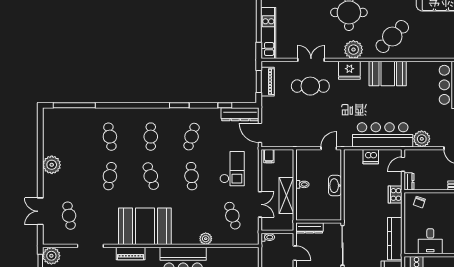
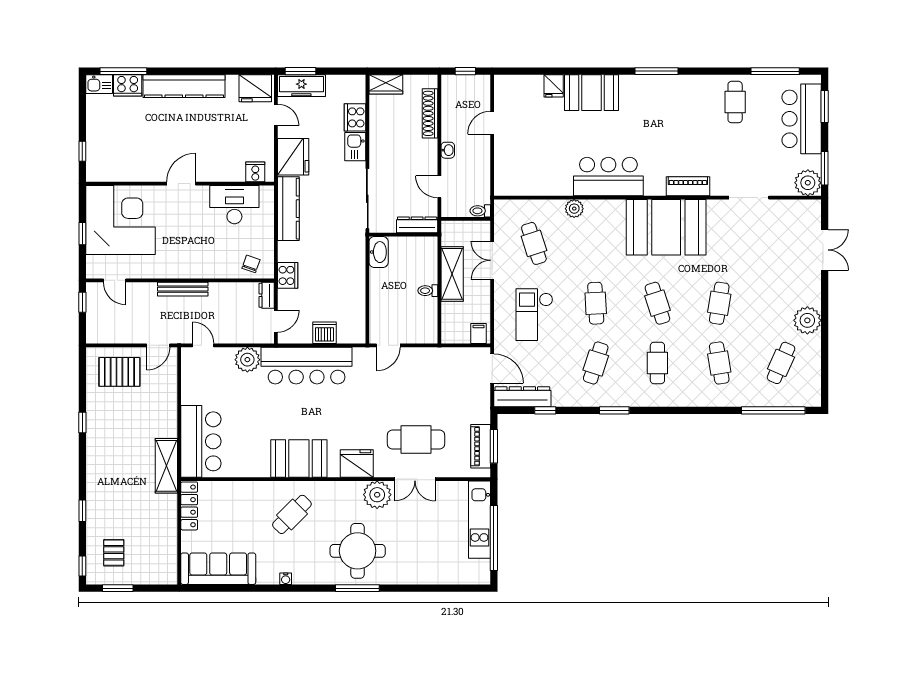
cafe table: (392, 37) -> (292, 514), width x0.73, depth x0.74
plant: (353, 50) -> (377, 495), moved
washbasin: (335, 186) -> (379, 252), moved
cafe table: (69, 216) -> (781, 363), moved, turned 33
desk: (430, 241) -> (234, 205), width x1.37

